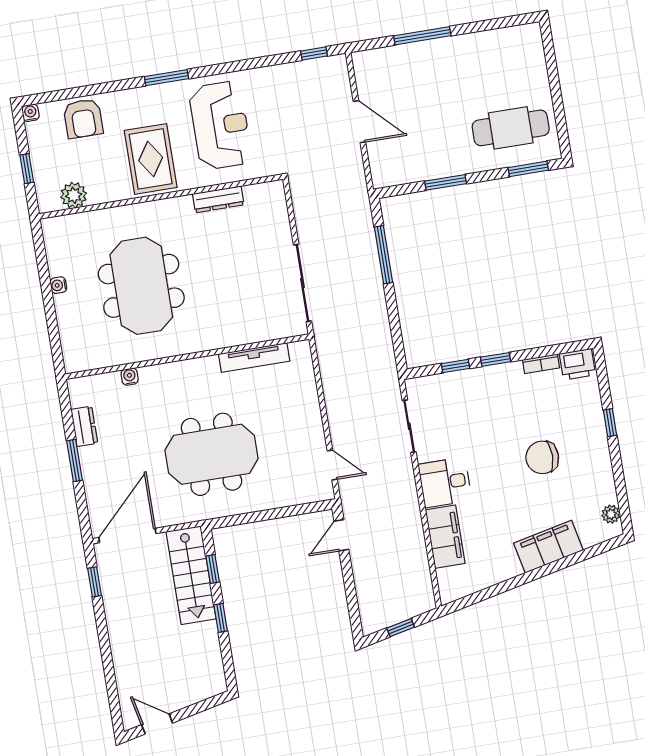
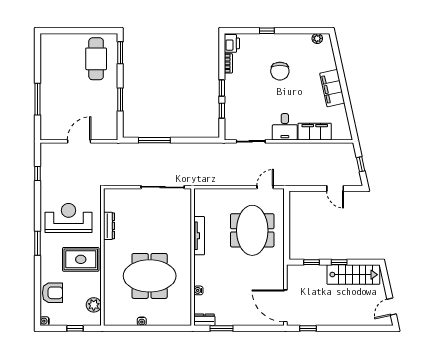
window: (314, 53) -> (38, 173), moved
tv unit: (254, 358) -> (199, 236), moved
dresser: (84, 426) -> (204, 320), moved
meeting table: (212, 454) -> (252, 230), moved
window: (75, 461) -> (222, 328), moved
door: (341, 535) -> (335, 188), moved
filing cabinet: (548, 547) -> (332, 88), moved
stairs: (191, 575) -> (353, 275), moved

